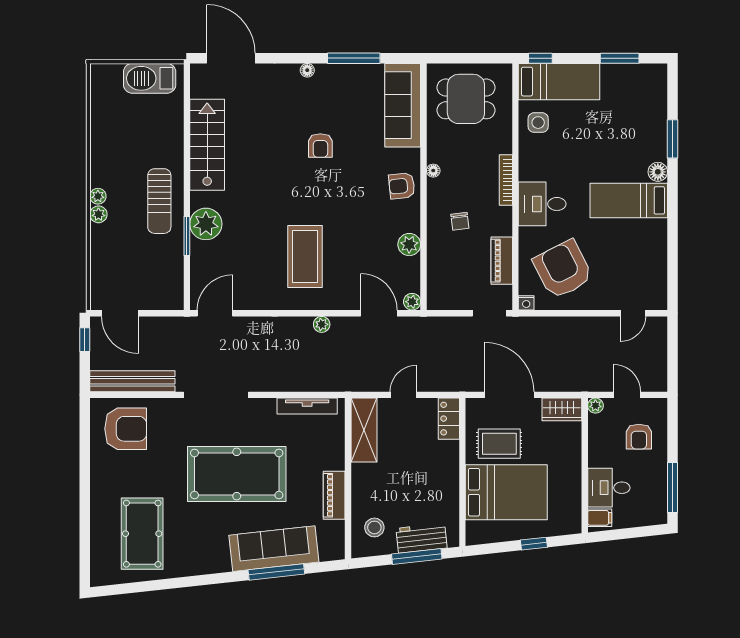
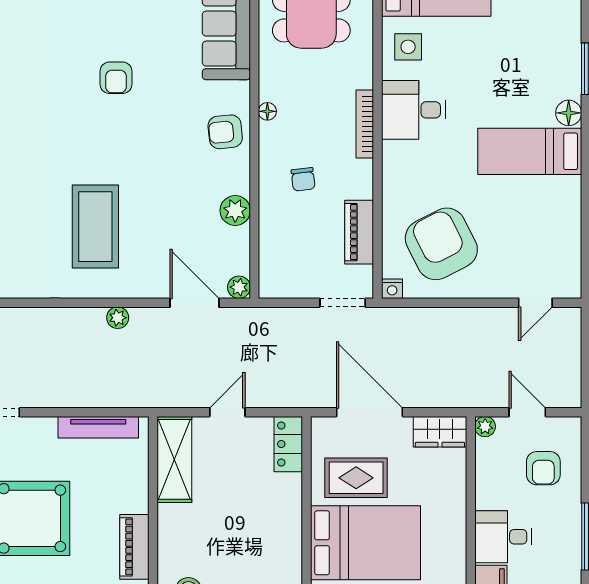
desk: (542, 204) -> (414, 110), moved

